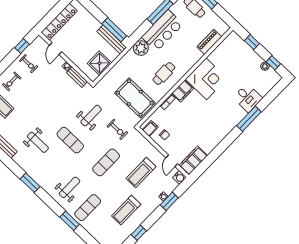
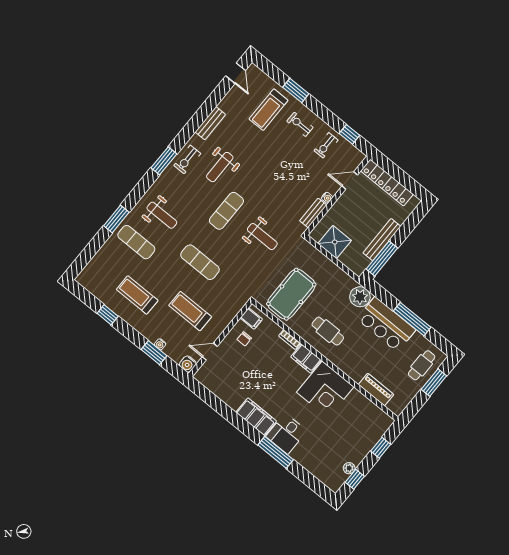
bench: (112, 39) -> (382, 240), moved
desk: (248, 98) -> (286, 434), moved
exercise bike: (117, 129) -> (187, 159), moved
filing cabinet: (193, 160) -> (256, 417), moved

